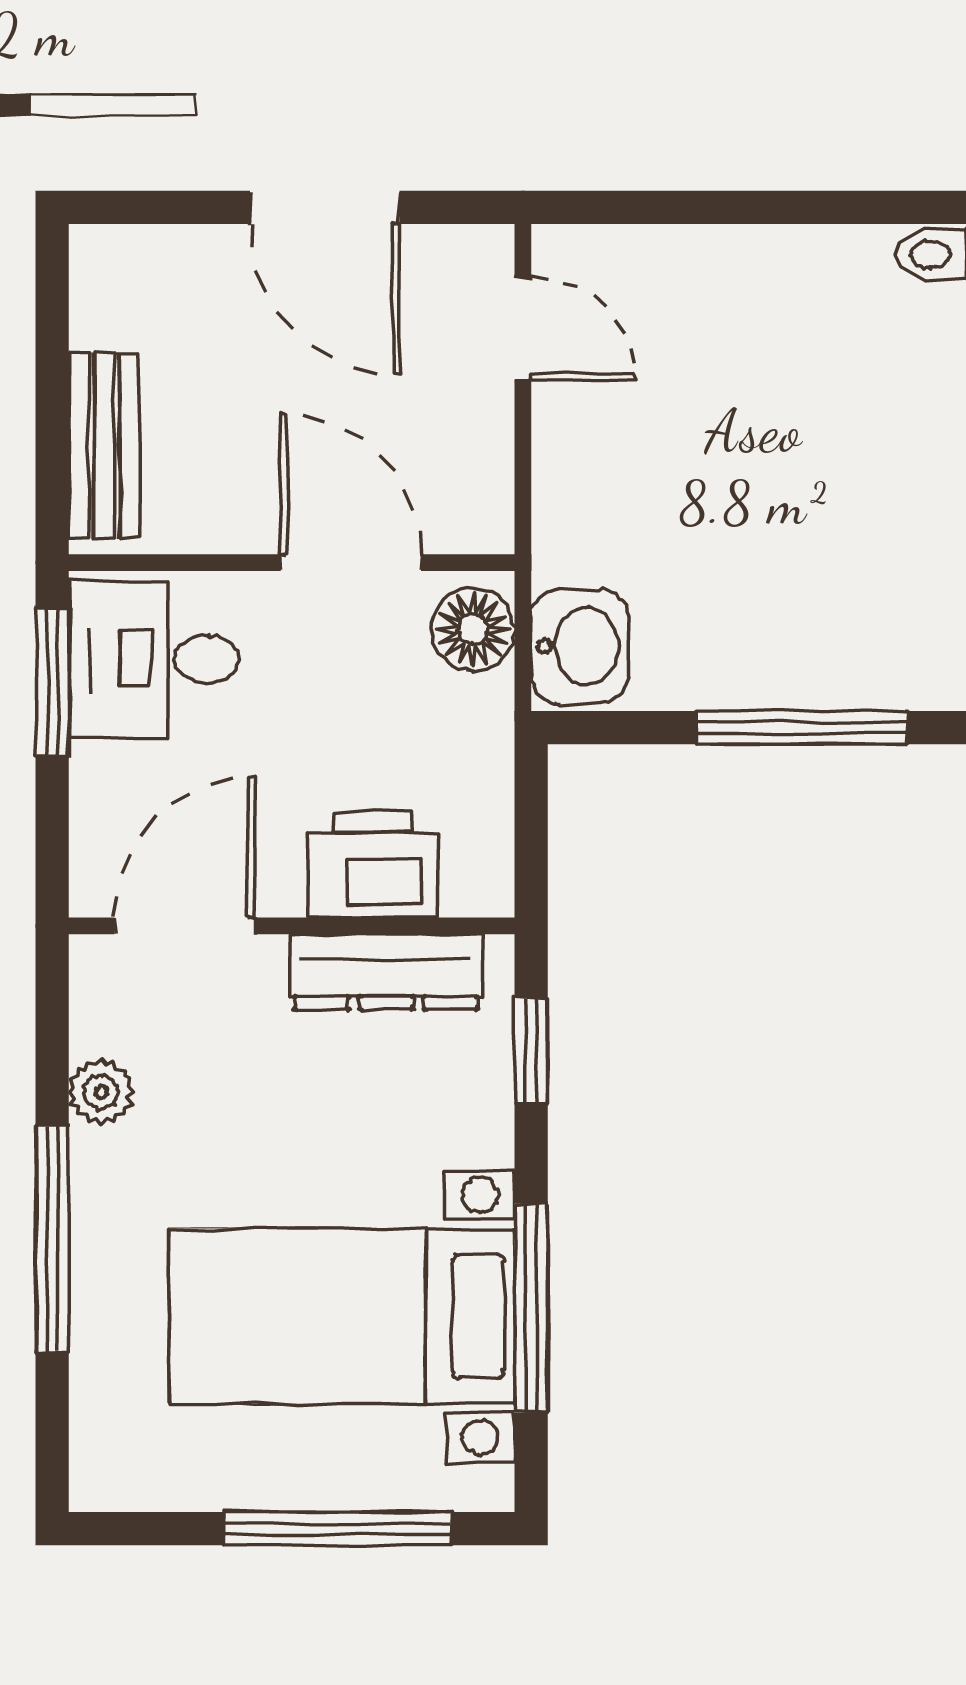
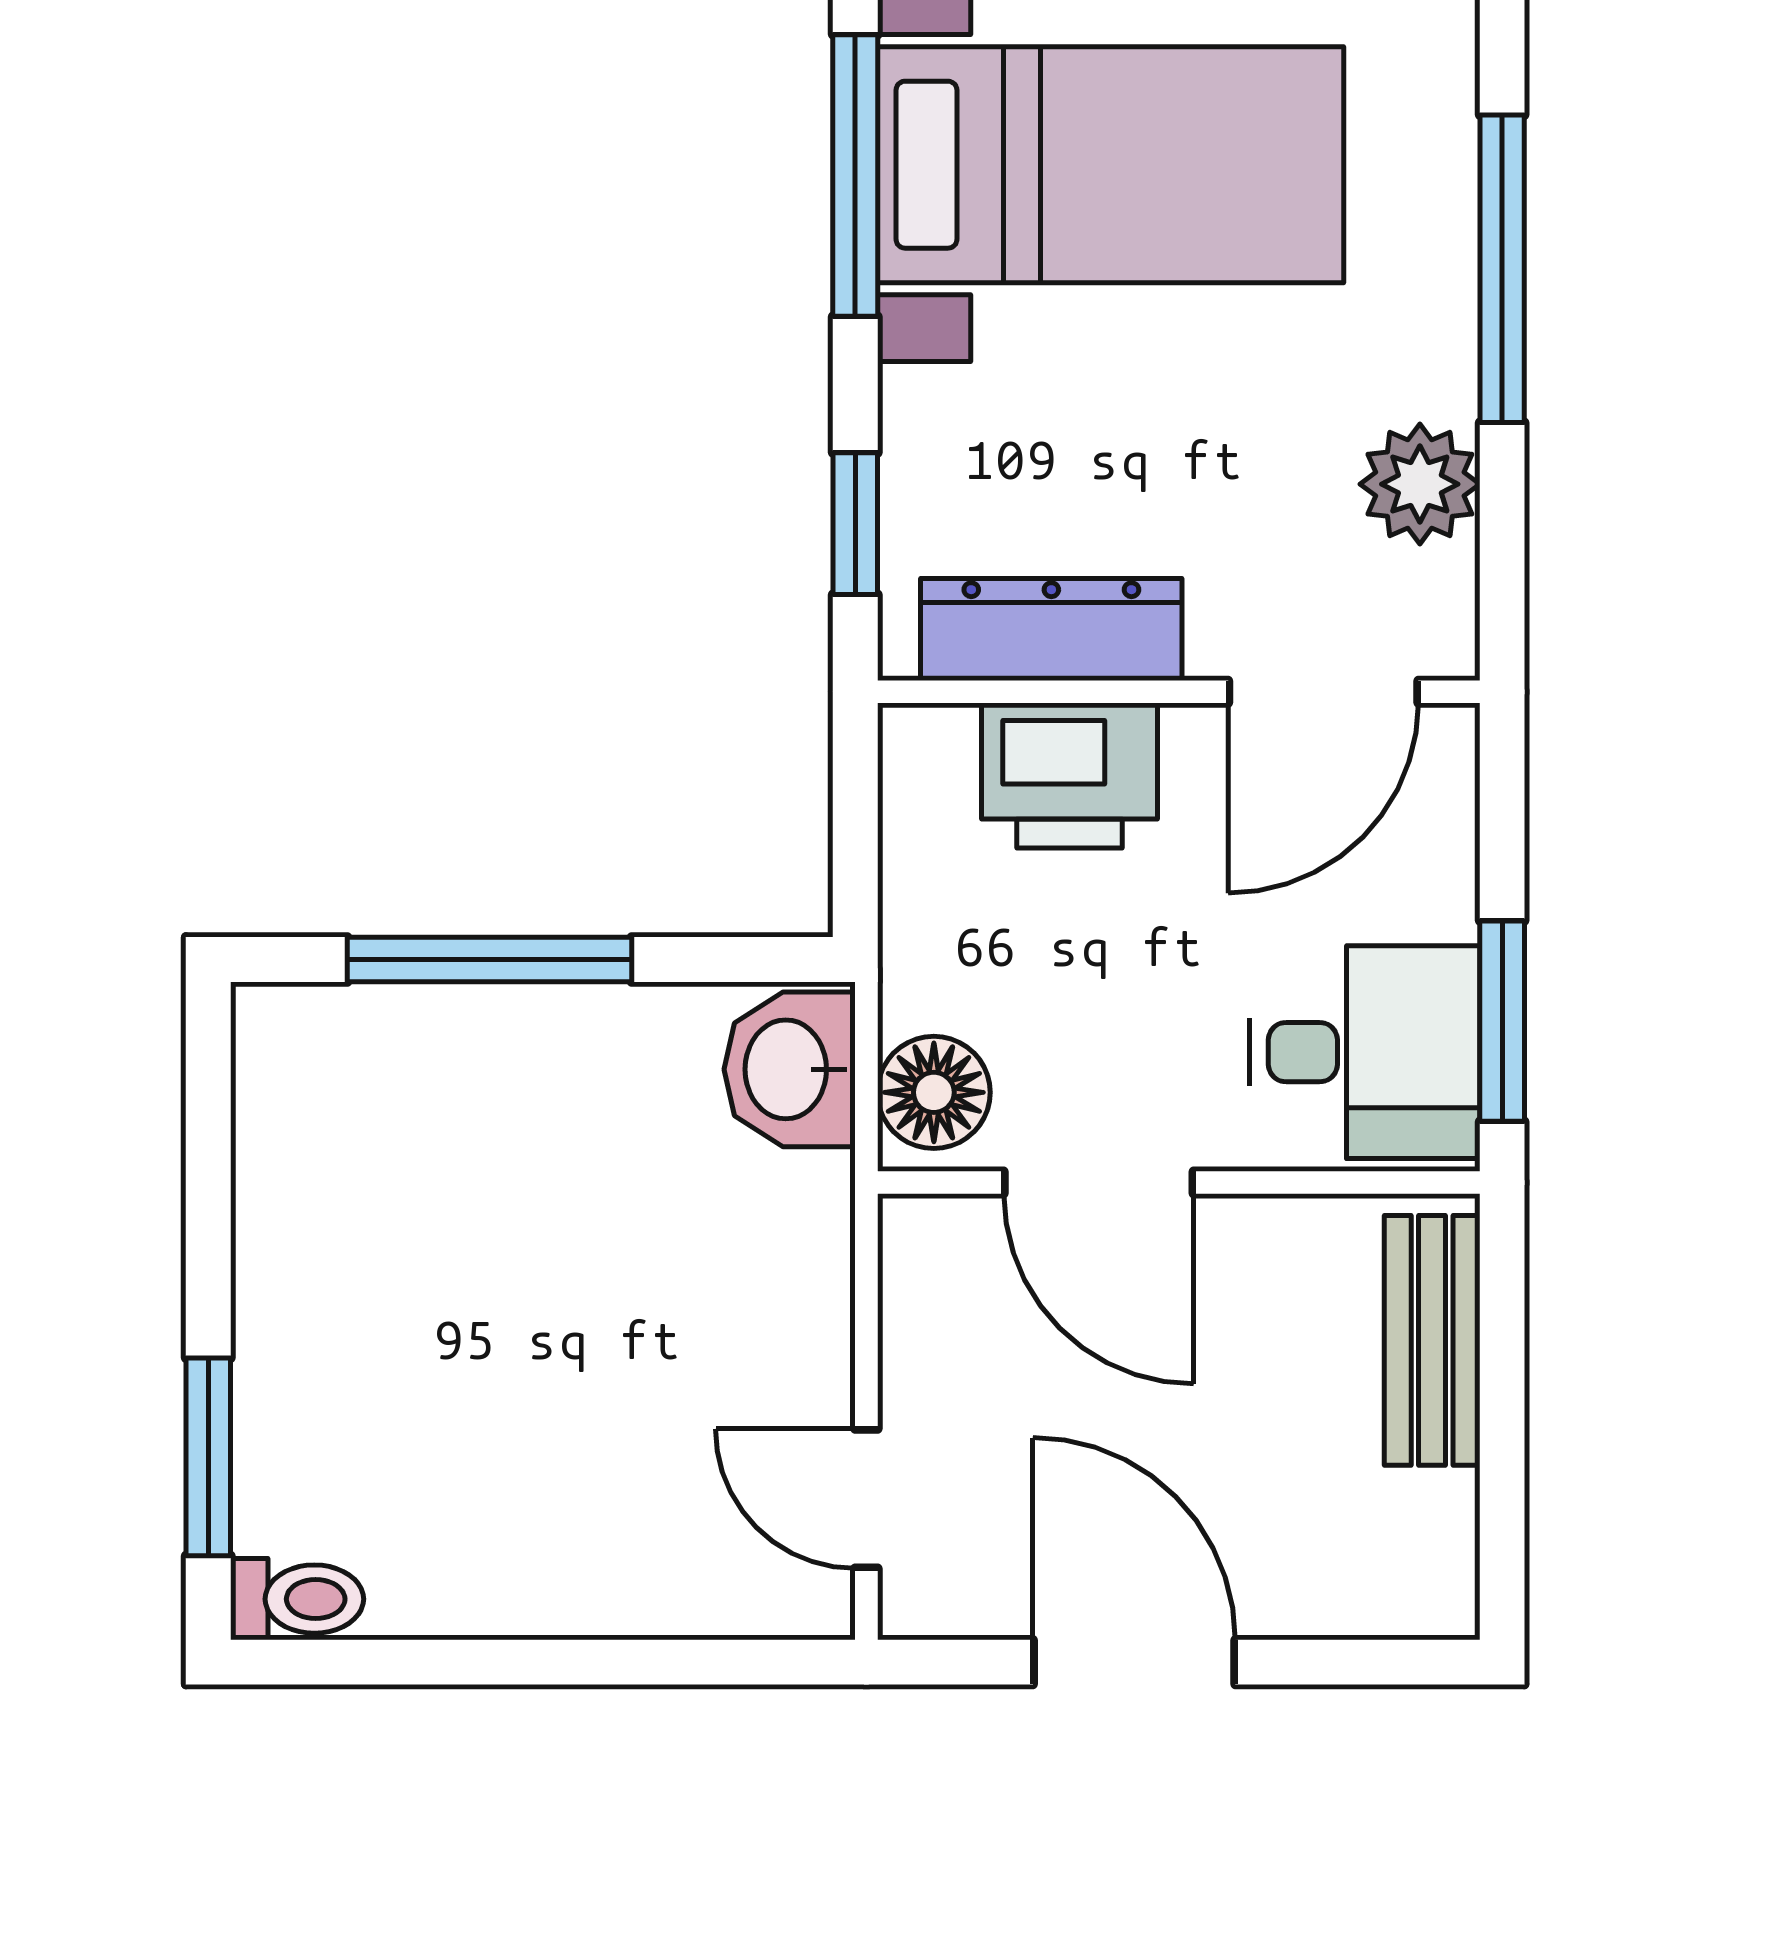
plant: (101, 1092) -> (1420, 484), width x1.38, depth x1.38

